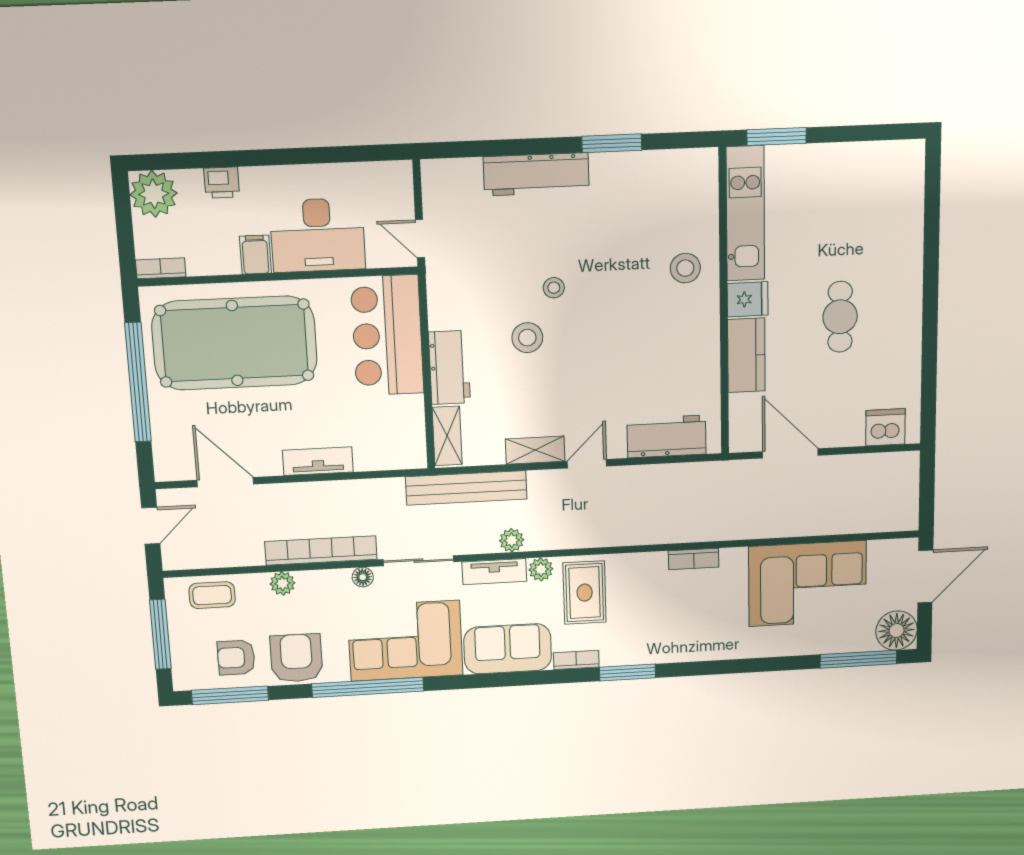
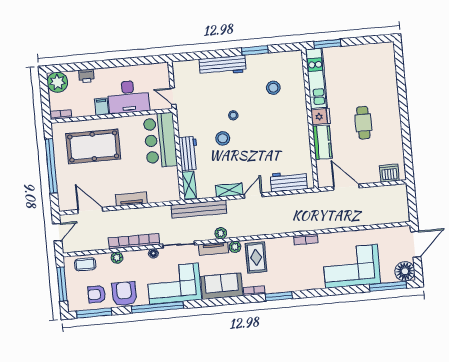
stool: (685, 268) -> (273, 88), moved
pool table: (235, 343) -> (93, 146), width x0.73, depth x0.76
corner sofa: (807, 583) -> (351, 266), moved, turned 180

